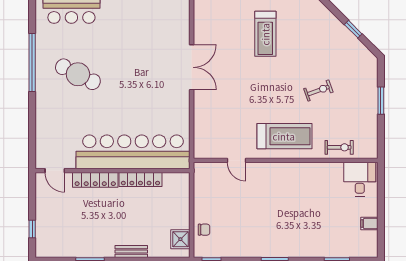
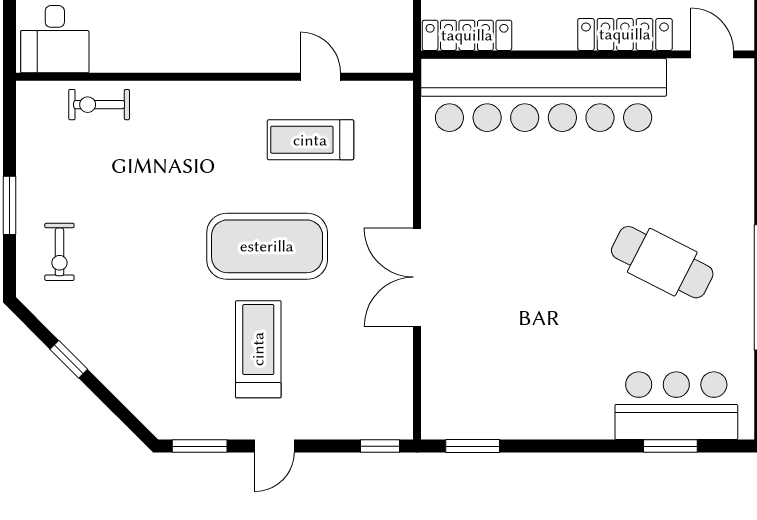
exercise mat: (261, 82) -> (267, 246), added
exercise bike: (318, 90) -> (59, 252), moved, turned -70
treadmill: (284, 136) -> (310, 140), moved, width x0.73, depth x0.73
locker: (140, 179) -> (467, 35), moved

